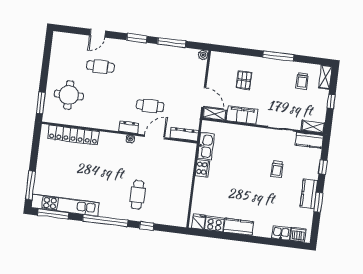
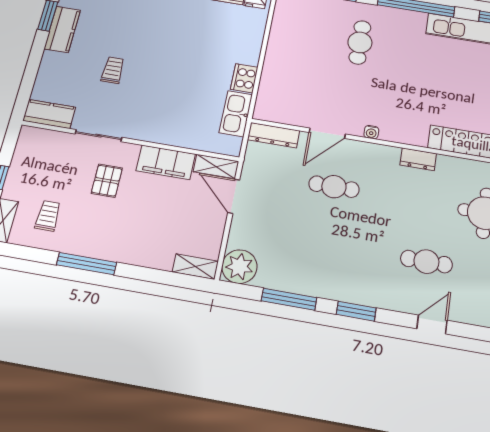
plant: (203, 55) -> (239, 267), width x1.88, depth x1.88
pallet: (244, 80) -> (107, 181), moved
dresser: (129, 127) -> (418, 159), moved
shelving: (313, 127) -> (195, 267), moved
window: (323, 167) -> (32, 70), removed

